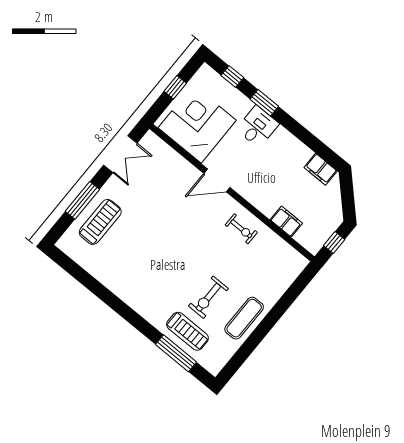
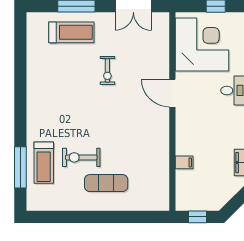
filing cabinet: (286, 221) -> (184, 162), width x0.50
exercise bike: (241, 229) -> (107, 71), moved
exercise mat: (244, 318) -> (106, 183), moved

